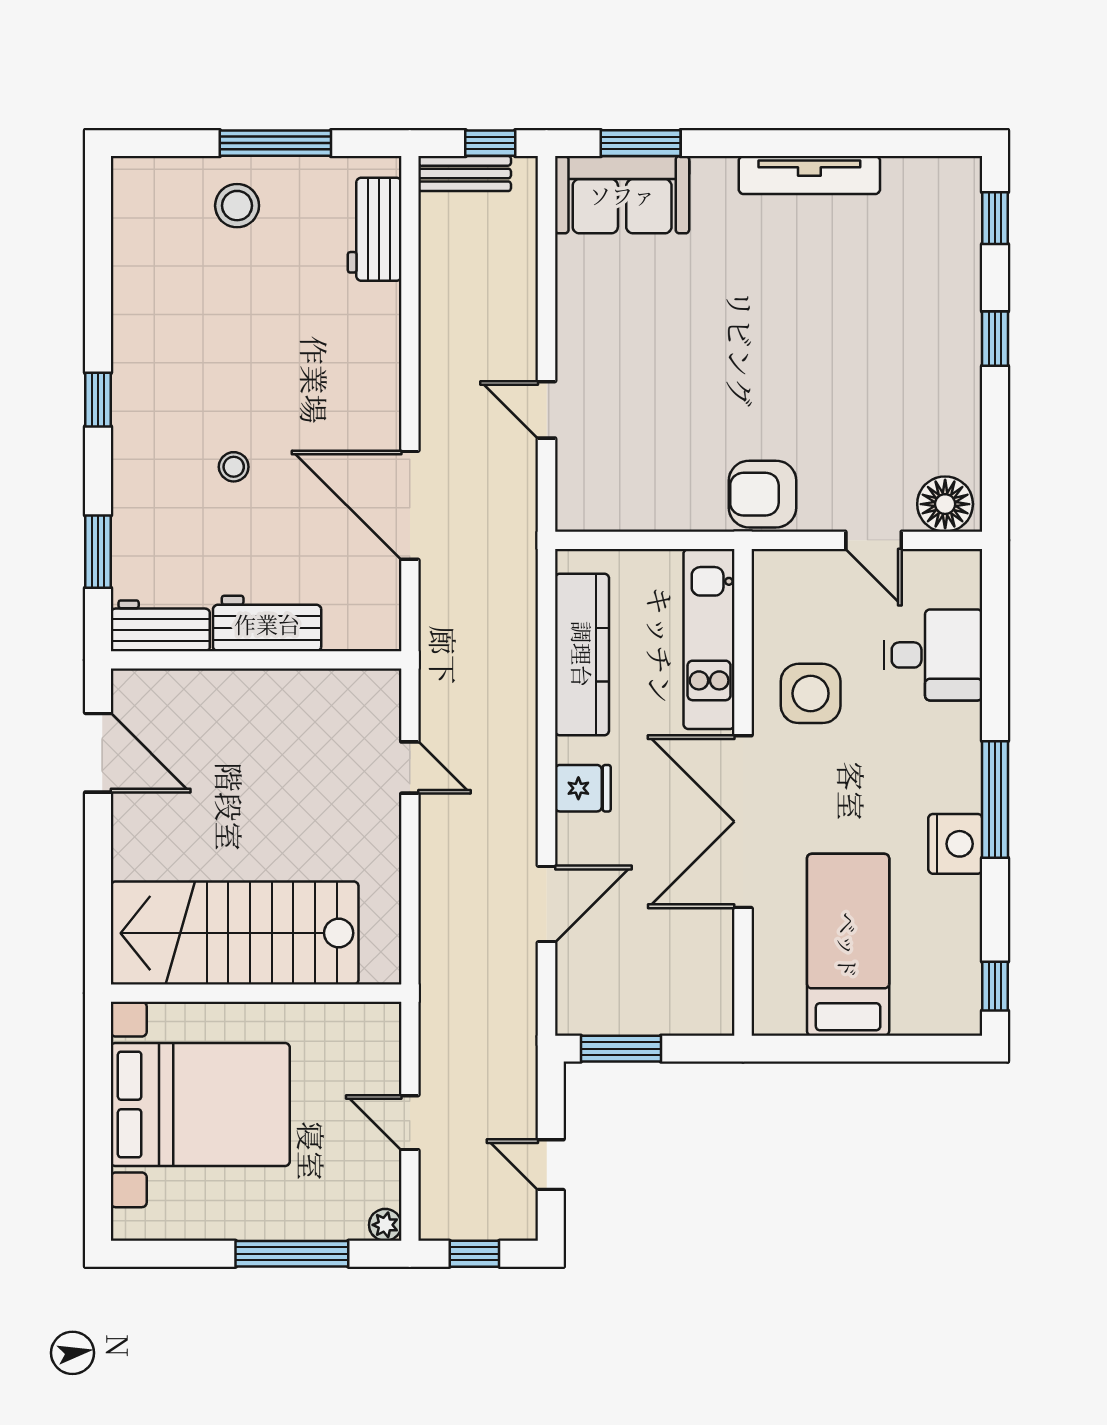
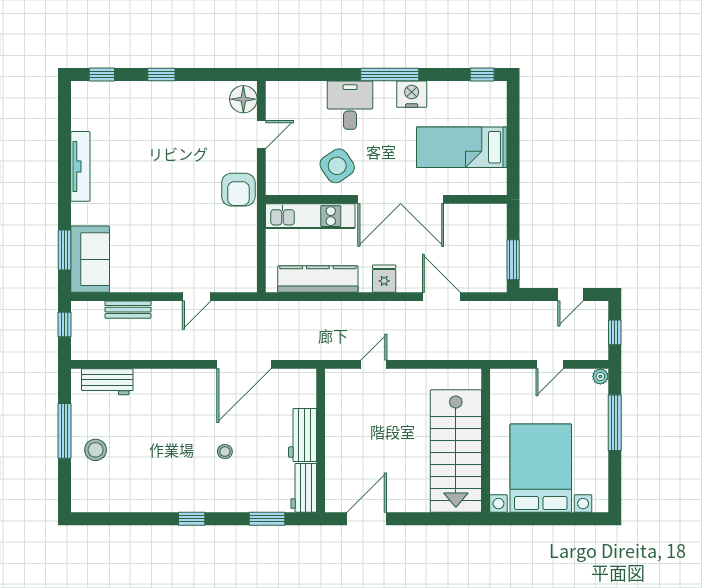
bench: (465, 174) -> (128, 310), moved, turned 90
desk: (933, 655) -> (350, 105), moved
side table: (811, 693) -> (337, 166), turned -34

